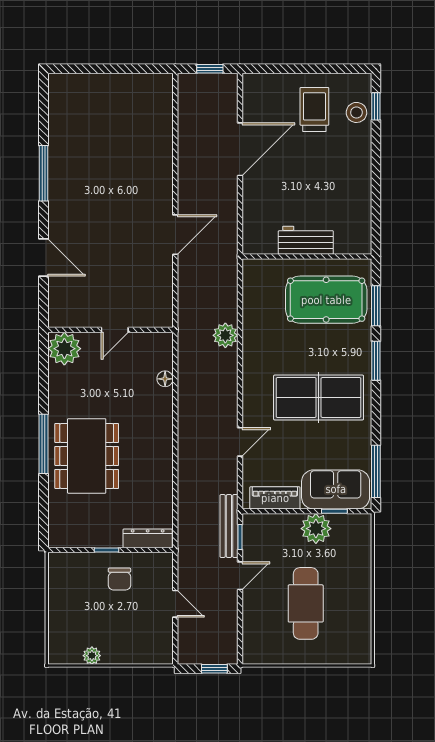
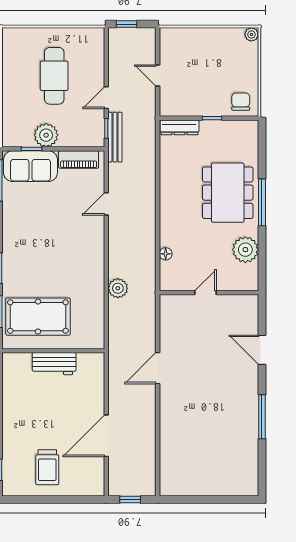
stool: (356, 112) -> (14, 465), removed
plant: (64, 349) -> (245, 250), moved
table tennis table: (319, 398) -> (44, 239), removed
chair: (119, 579) -> (241, 102), moved
plant: (92, 656) -> (251, 34), moved

